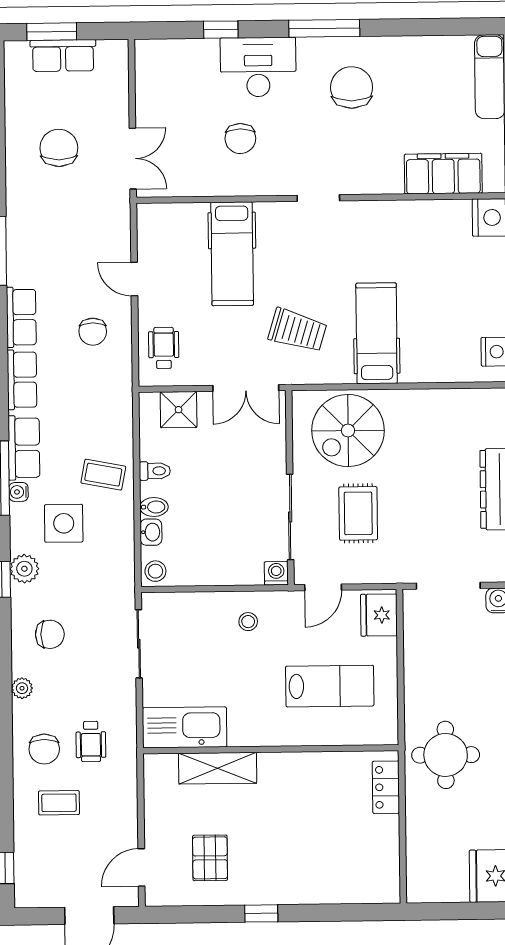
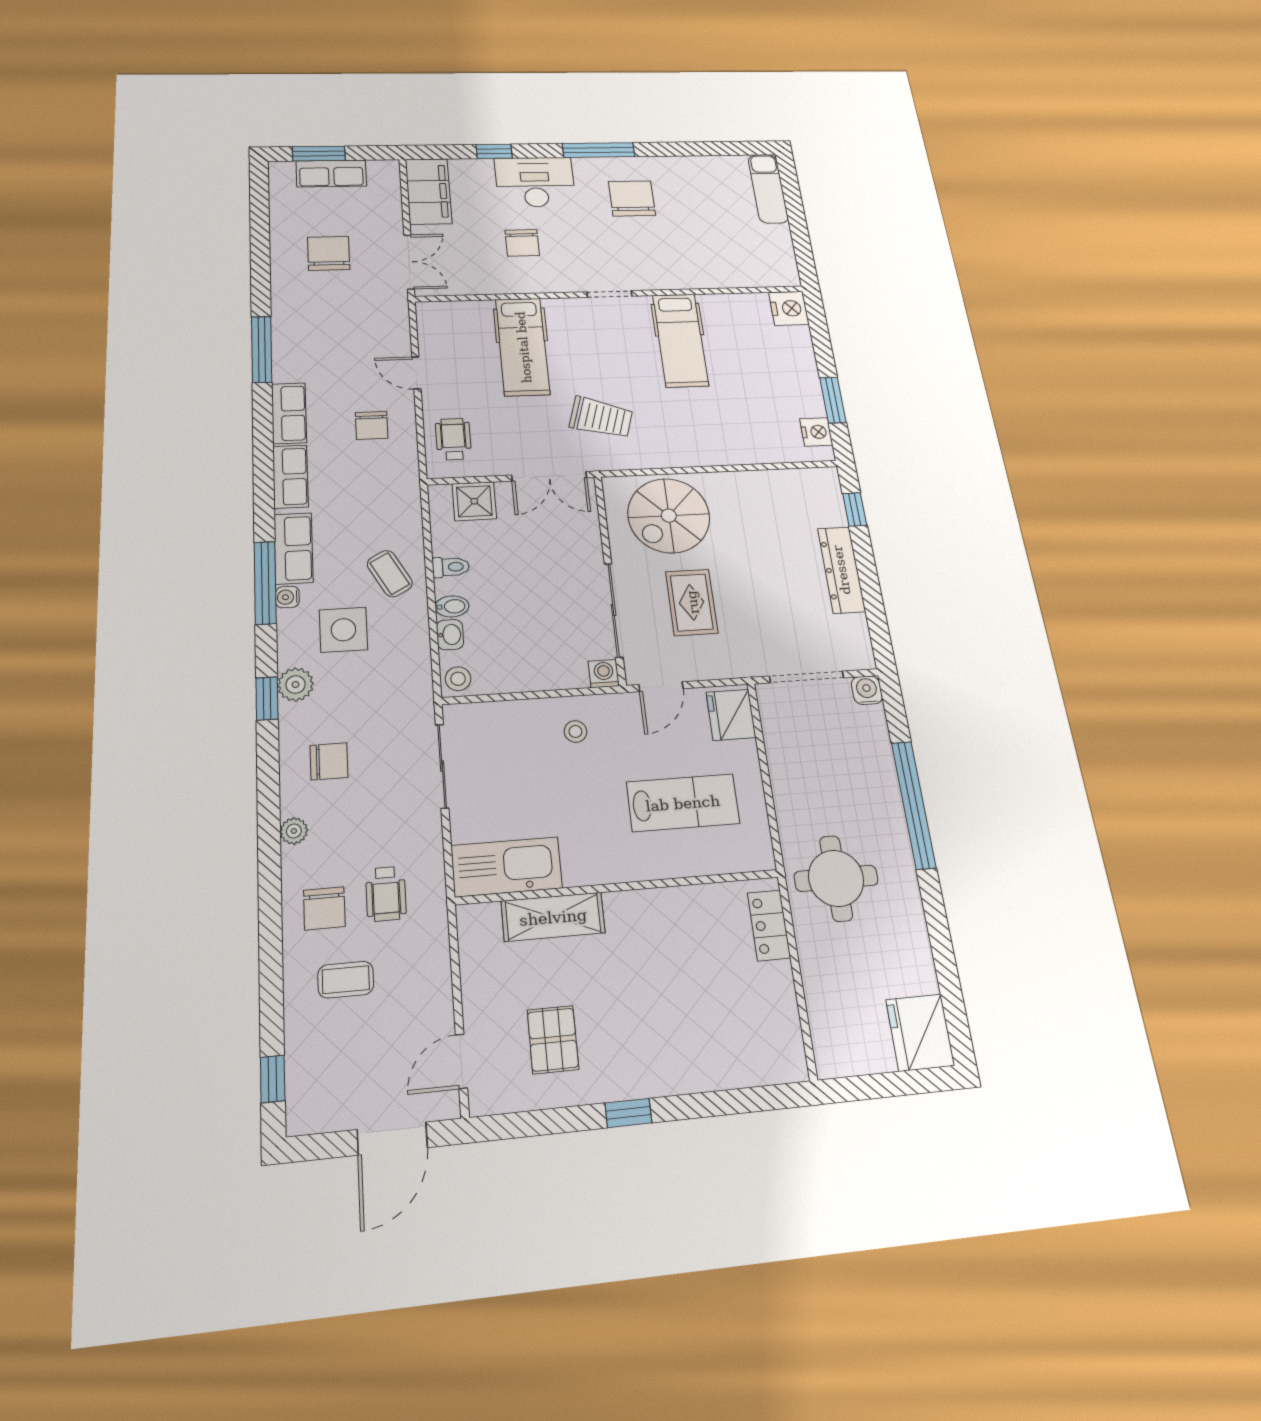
filing cabinet: (443, 174) -> (429, 191), moved, turned 90
hospital bed: (377, 333) -> (680, 340), moved, turned 180
coffee table: (103, 475) -> (390, 574), turned 50

